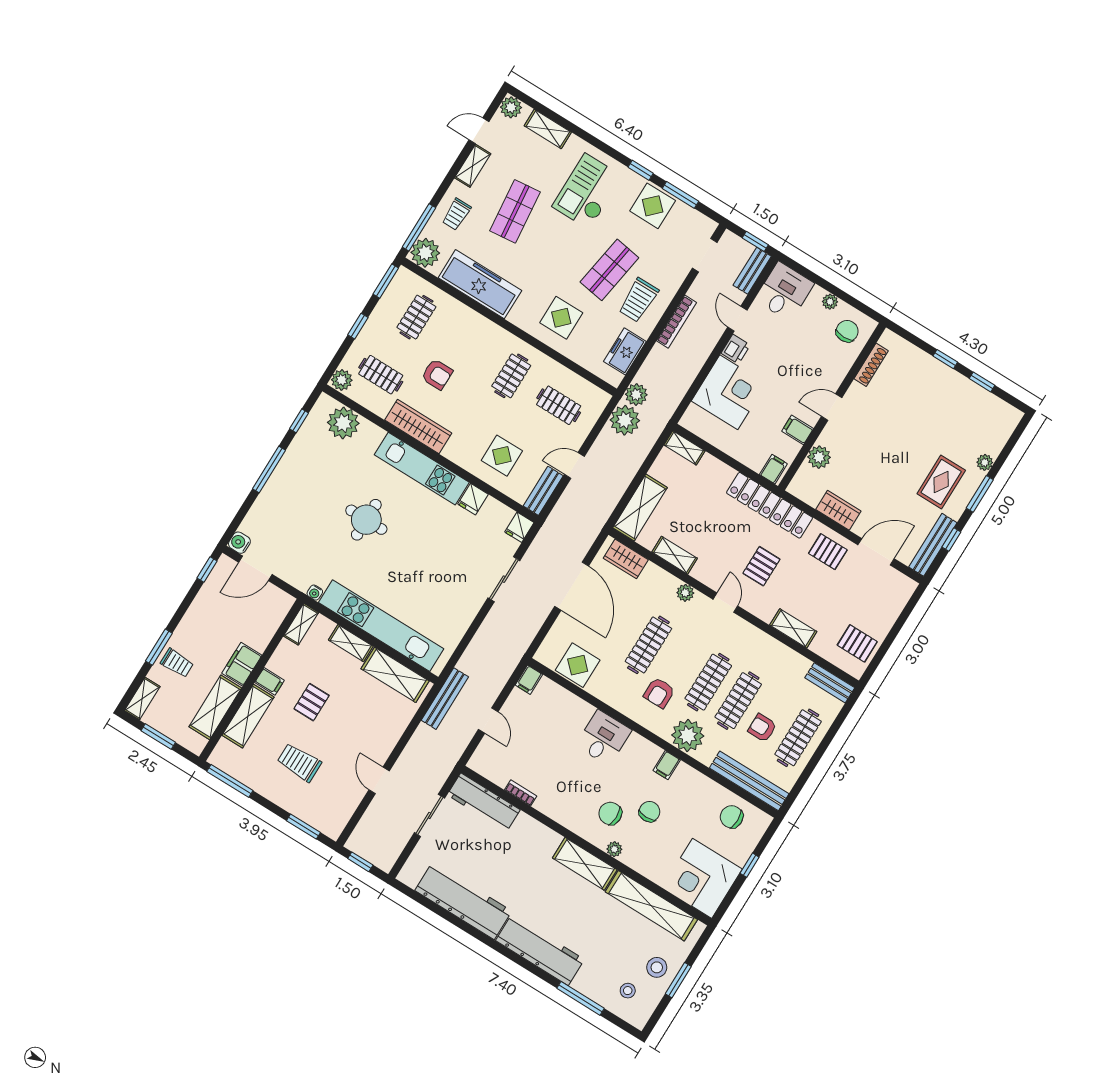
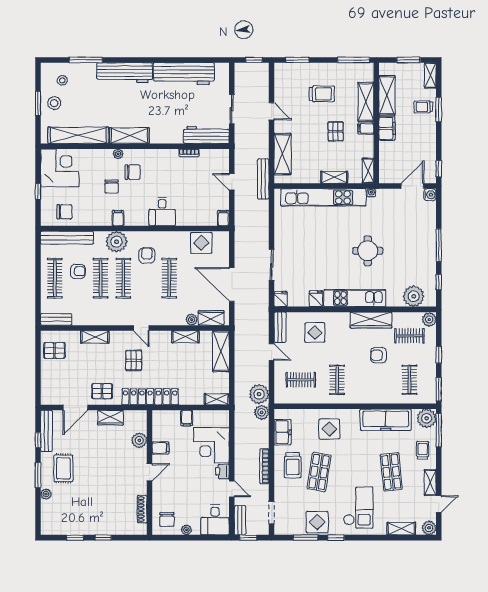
trolley: (639, 300) -> (293, 465), turned 180
door: (574, 465) -> (272, 352), hinge flipped
filing cabinet: (773, 469) -> (187, 418), moved
plant: (685, 593) -> (192, 320), moved
shelving: (395, 675) -> (283, 154), moved, turned 90

